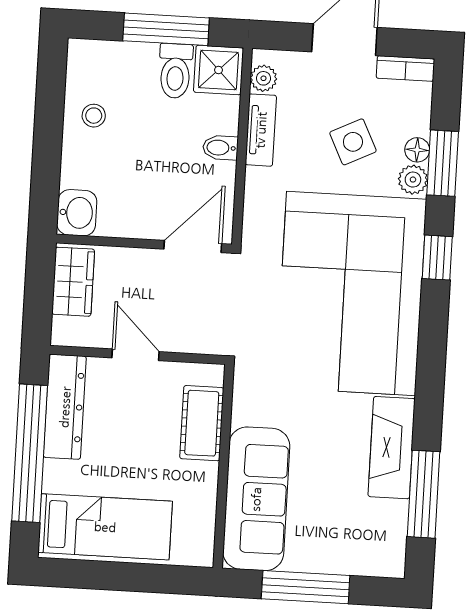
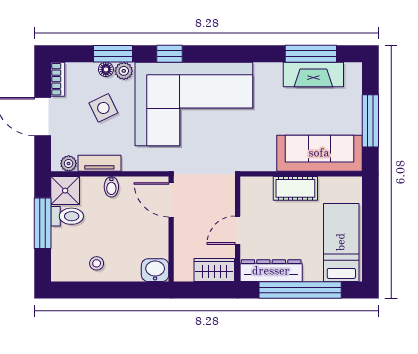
wardrobe: (73, 282) -> (214, 270), moved
cot: (202, 423) -> (295, 188), moved
fireplace: (392, 448) -> (313, 74), moved

